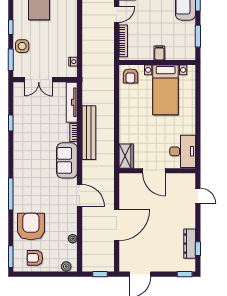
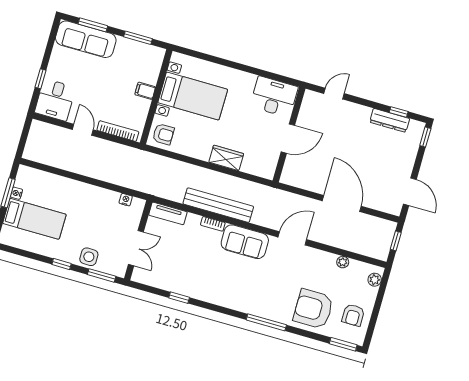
tv unit: (72, 102) -> (168, 213), width x0.71
wardrobe: (126, 156) -> (226, 158), moved

